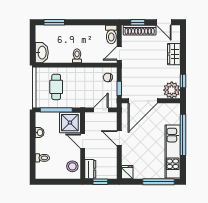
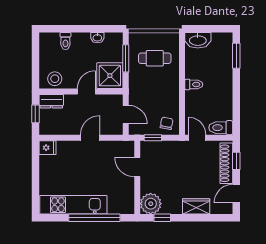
door: (143, 101) -> (137, 167), width x0.53
window: (56, 110) -> (126, 58), width x0.69
window: (158, 182) -> (35, 187), removed

